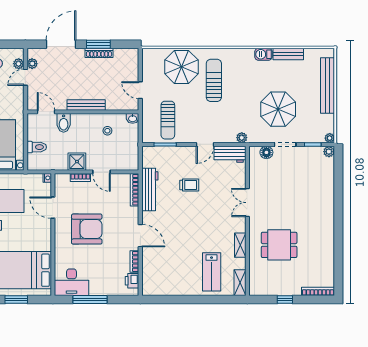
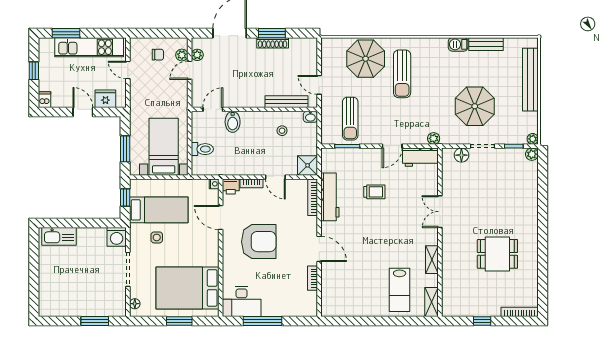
sun lounger: (214, 80) -> (402, 74), turned 180
bench: (86, 105) -> (286, 102), moved
door: (46, 112) -> (213, 109), hinge flipped
shower: (77, 162) -> (308, 165), moved
dining table: (279, 245) -> (497, 254), moved
printer: (132, 281) -> (231, 186), moved, turned -90

